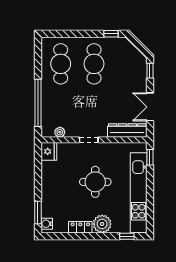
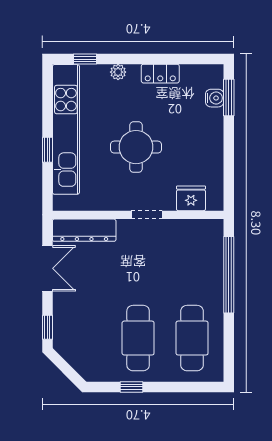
window: (111, 34) -> (131, 387), moved
plant: (60, 132) -> (193, 227), removed
fridge: (49, 151) -> (191, 198), moved, turned 90
window: (150, 157) -> (47, 150), moved
water cooler: (47, 224) -> (215, 98), moved
plant: (102, 224) -> (118, 72), width x0.53, depth x0.53

